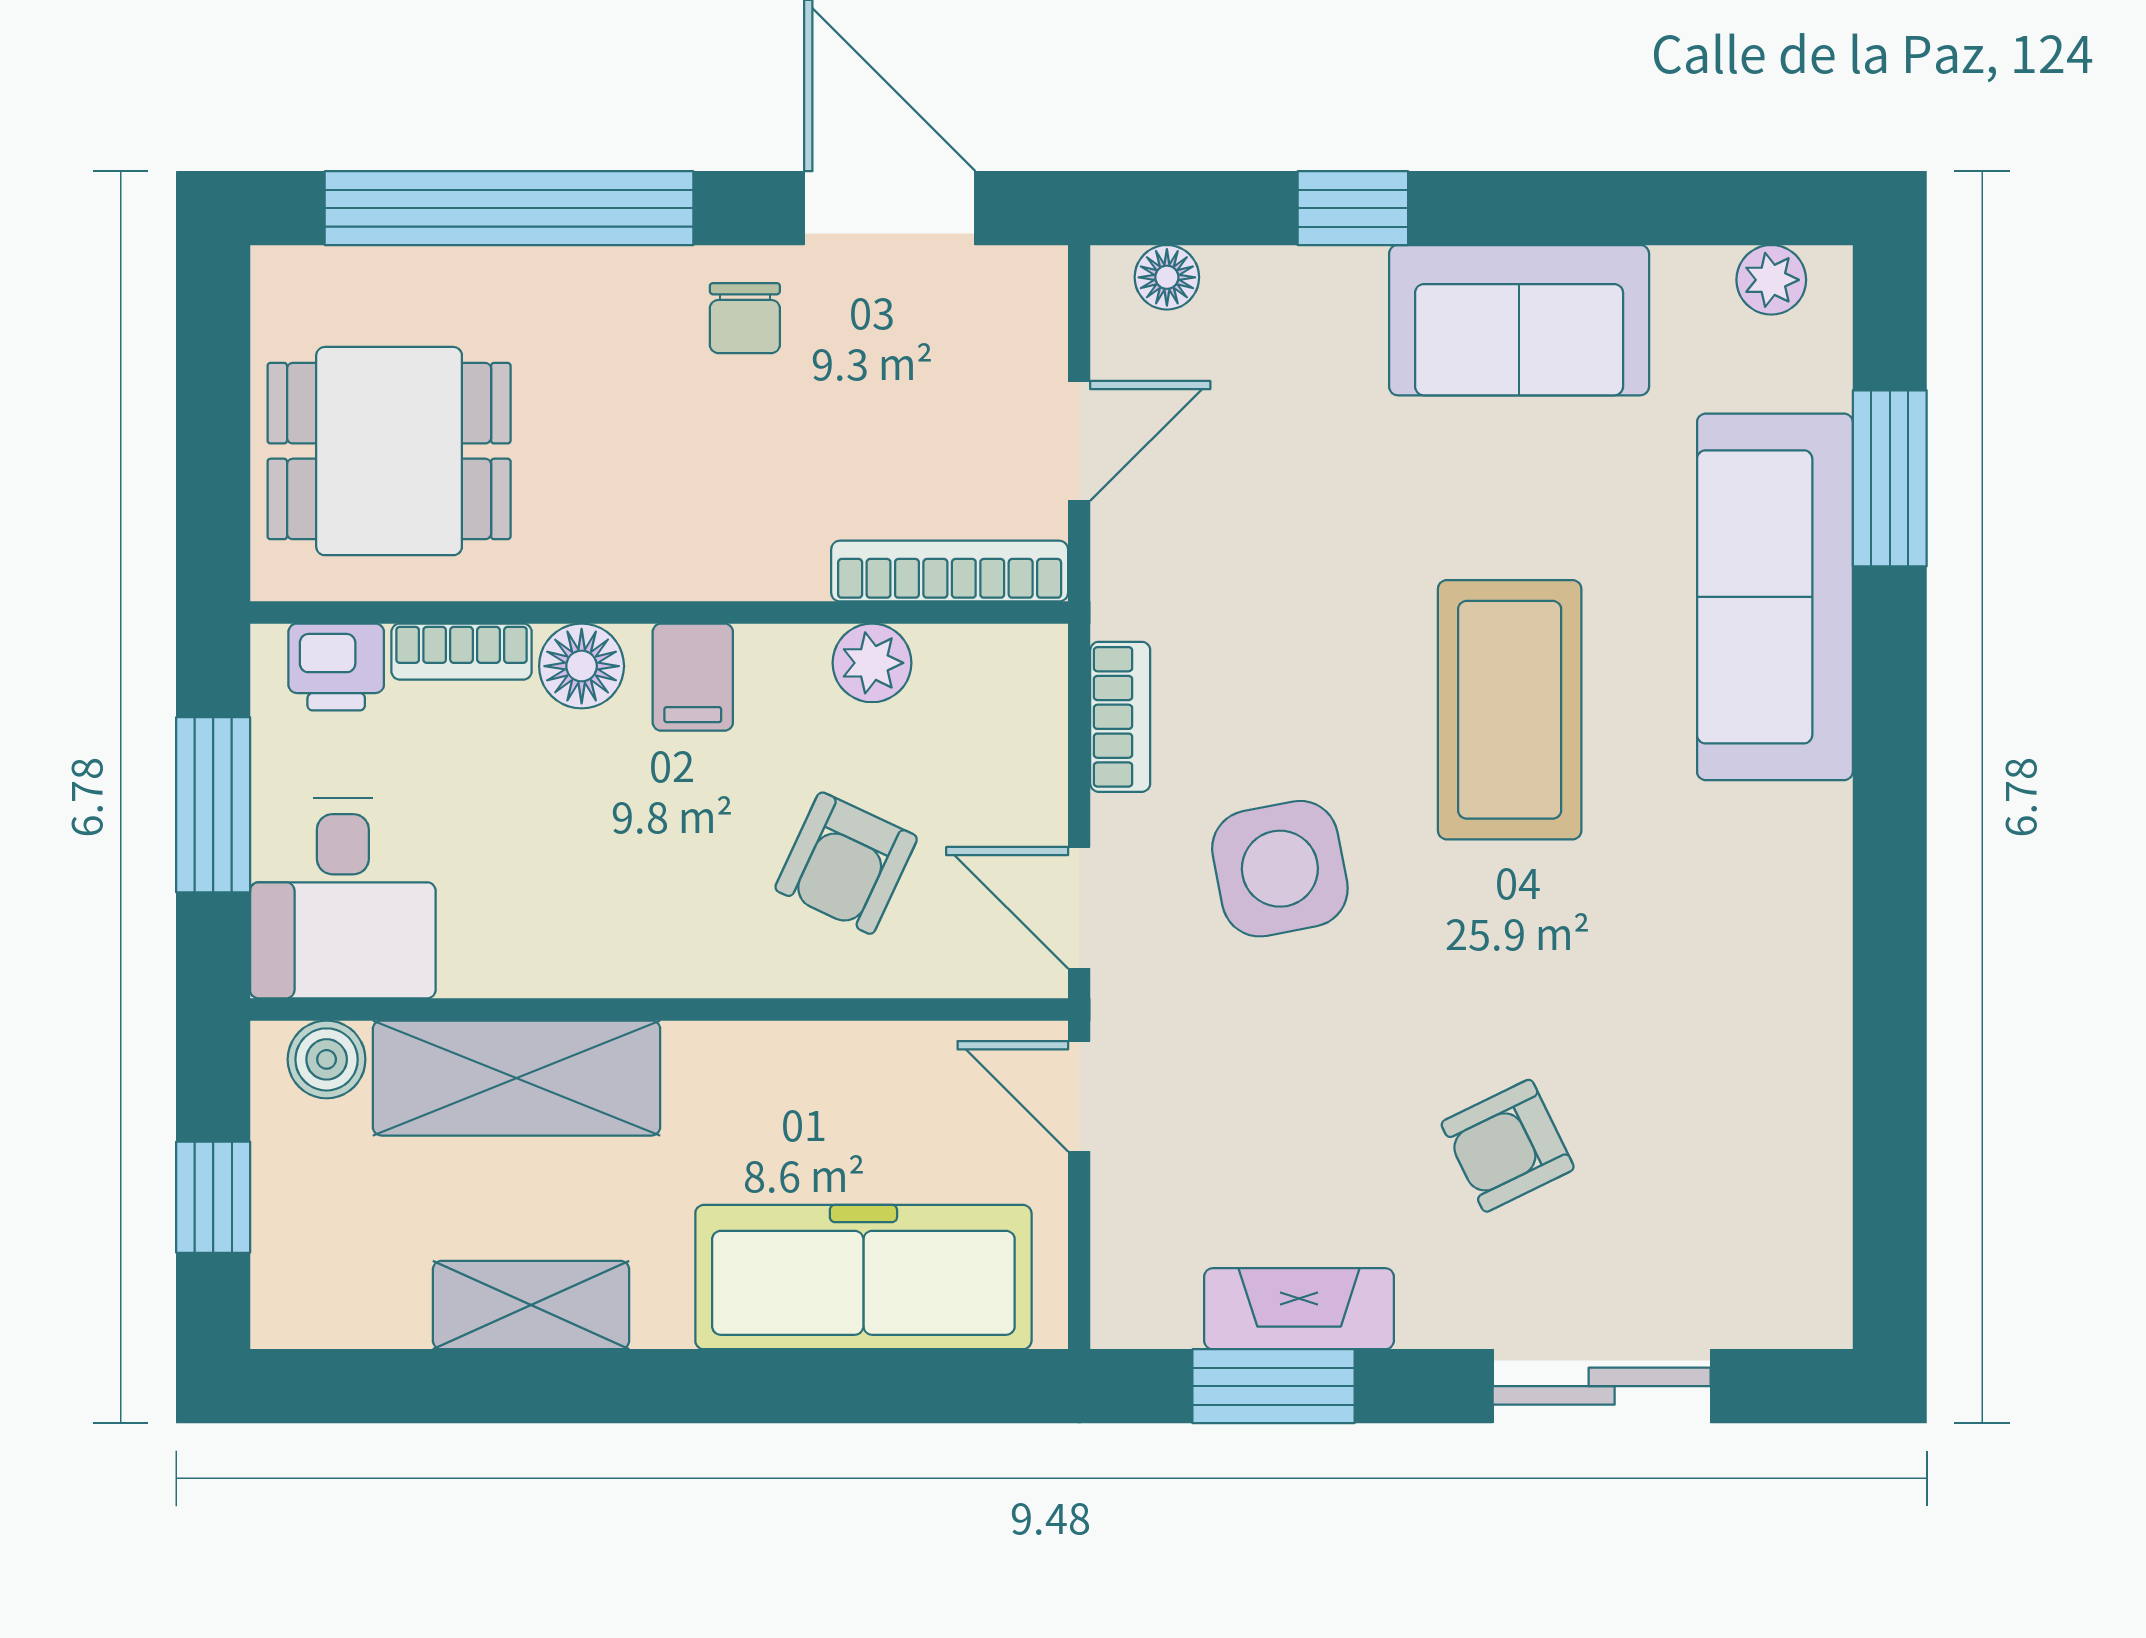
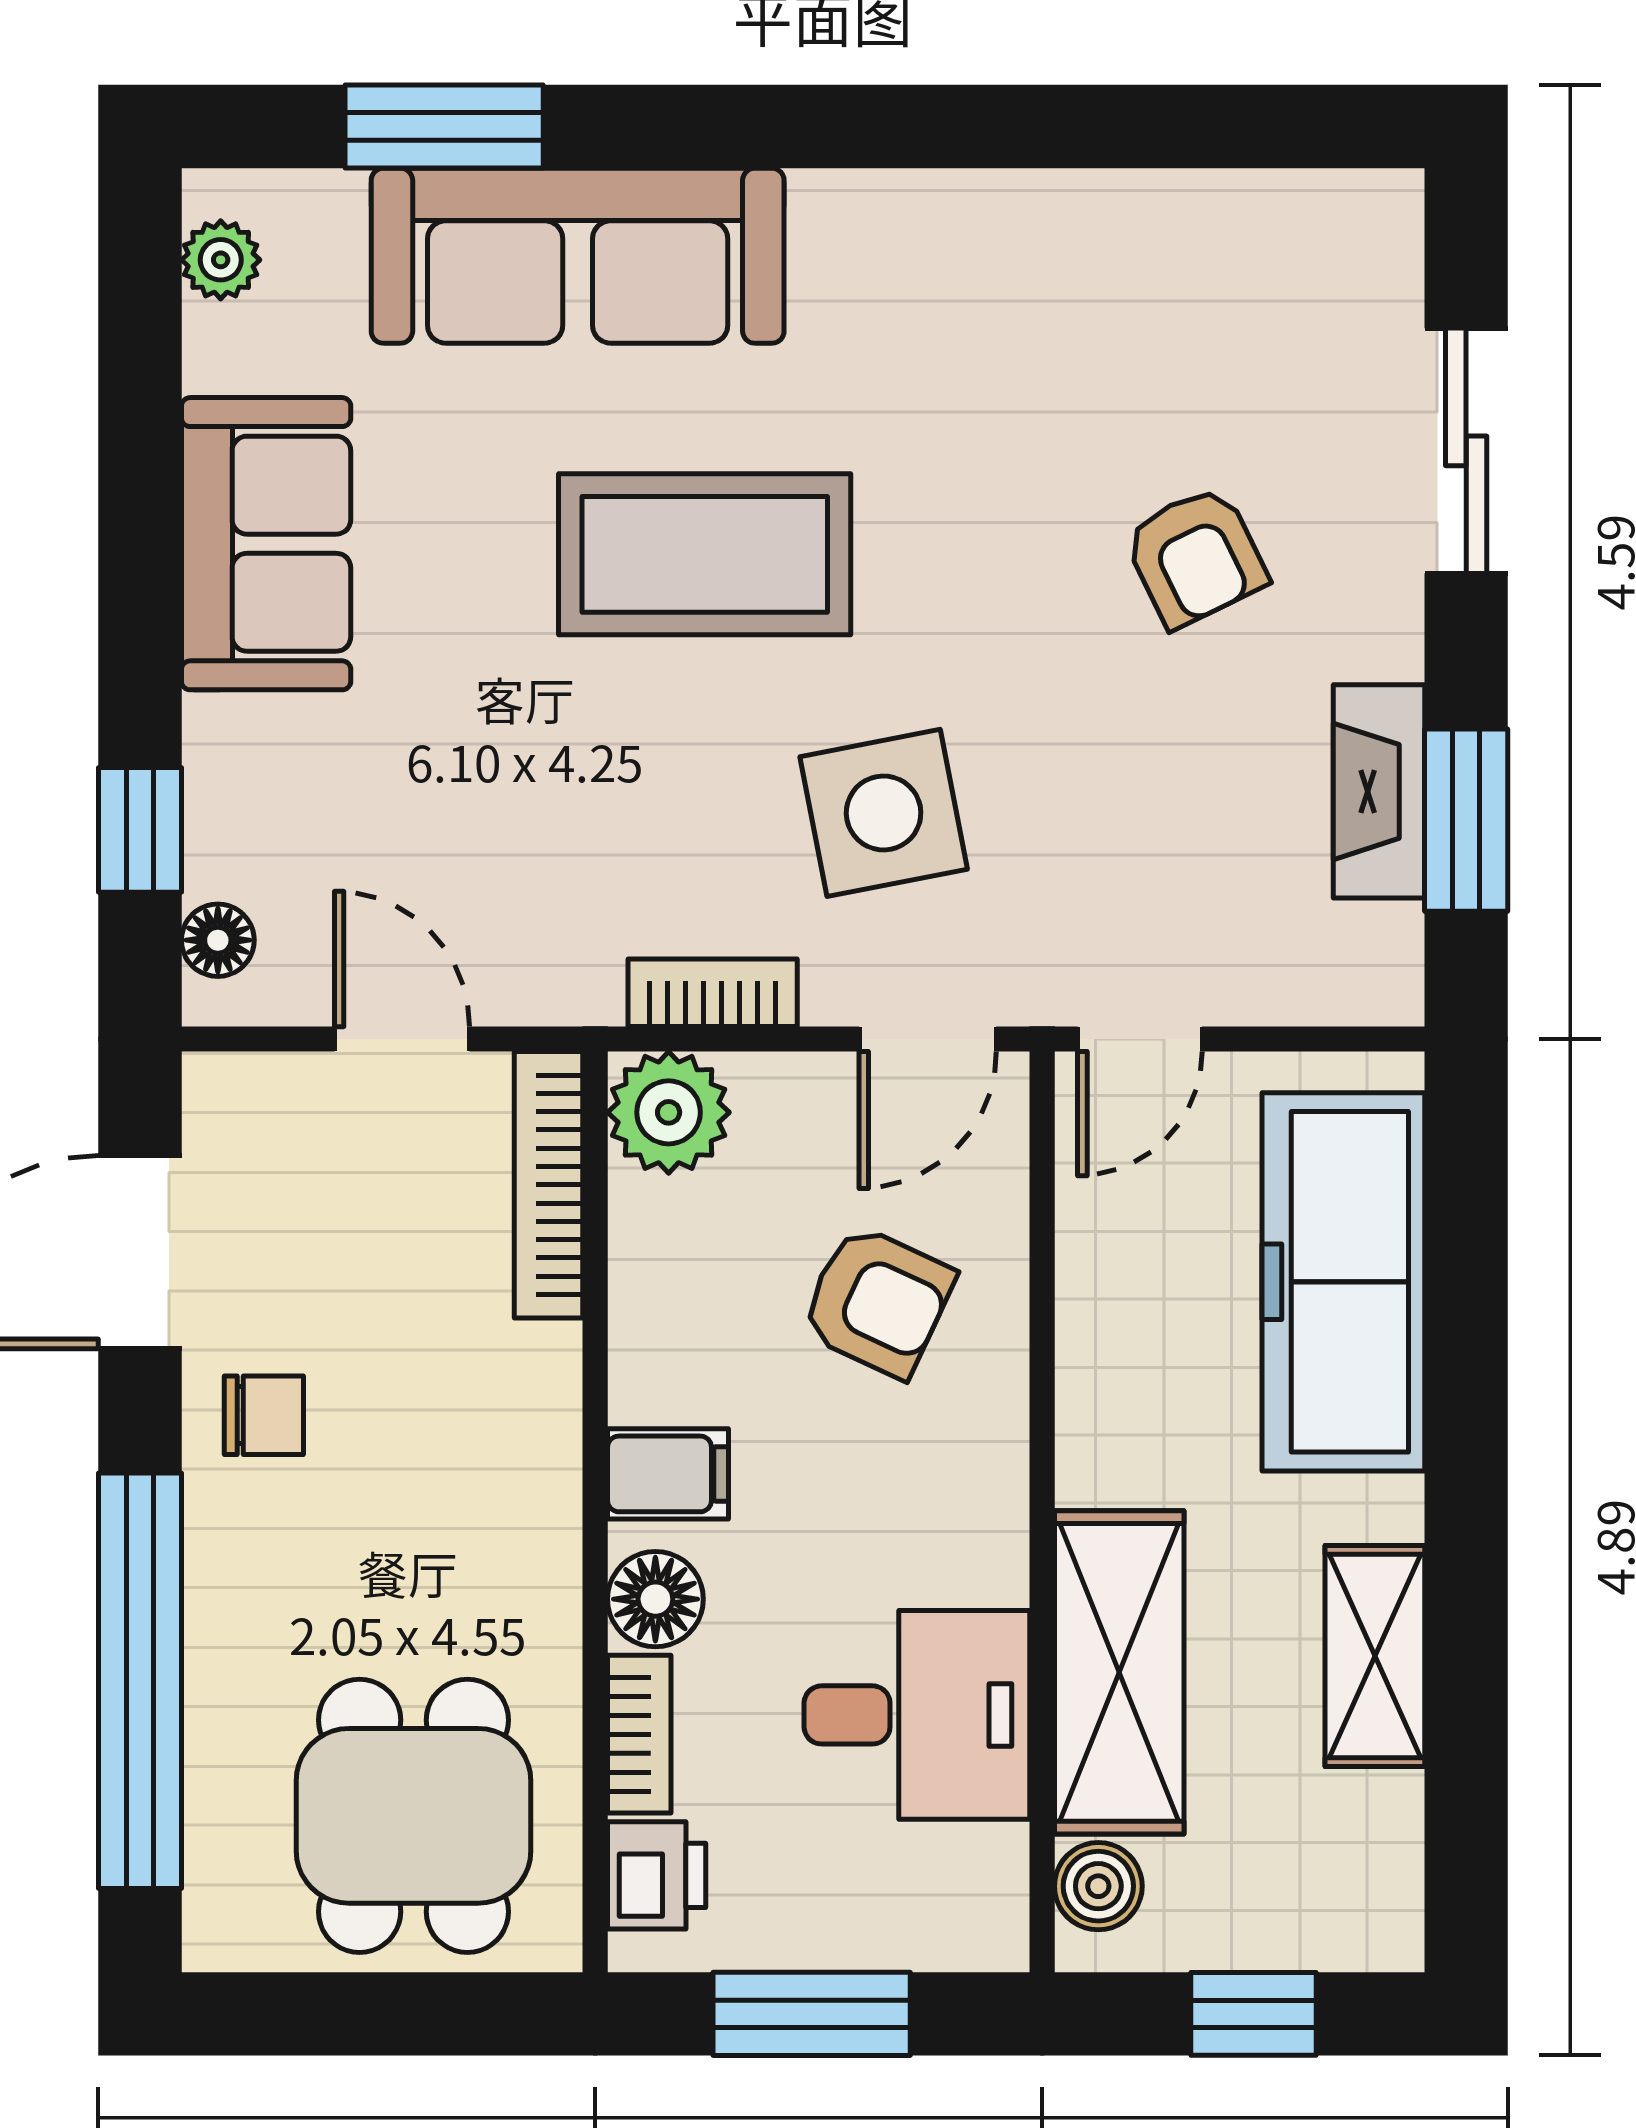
window: (1353, 208) -> (140, 830), moved
plant: (872, 663) -> (669, 1112), moved, width x1.38, depth x1.38
desk: (343, 898) -> (917, 1715), moved

